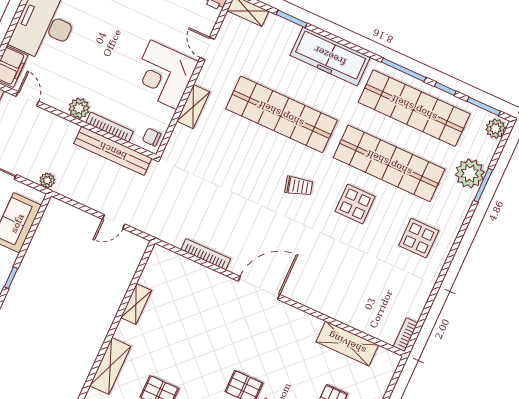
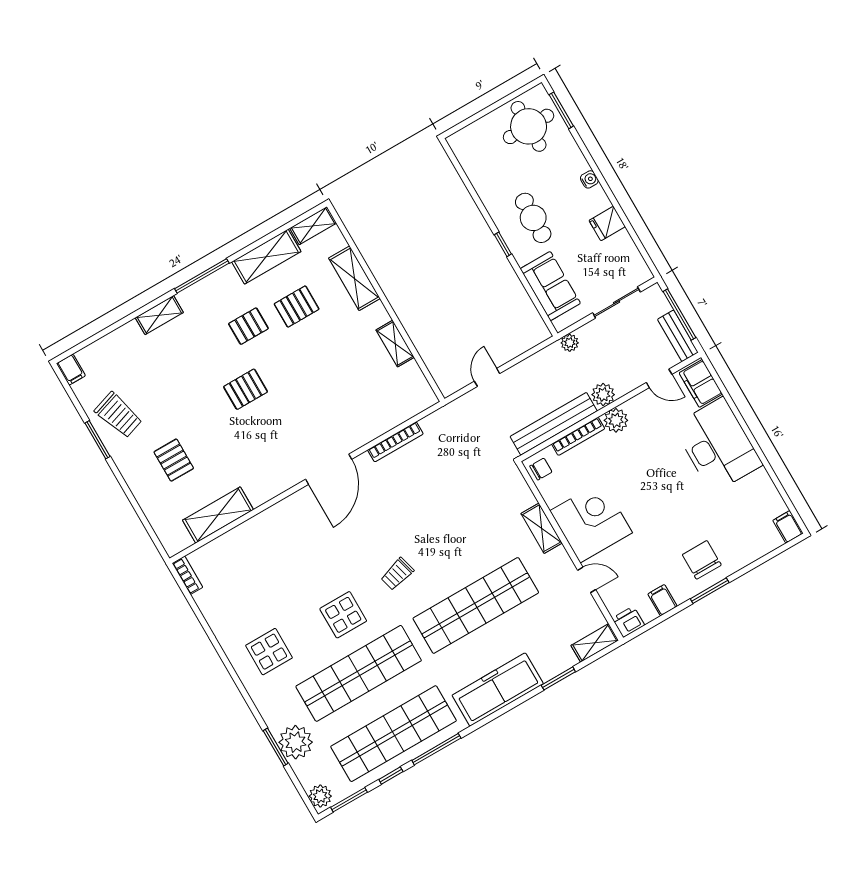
plant: (67, 130) -> (603, 395), added

